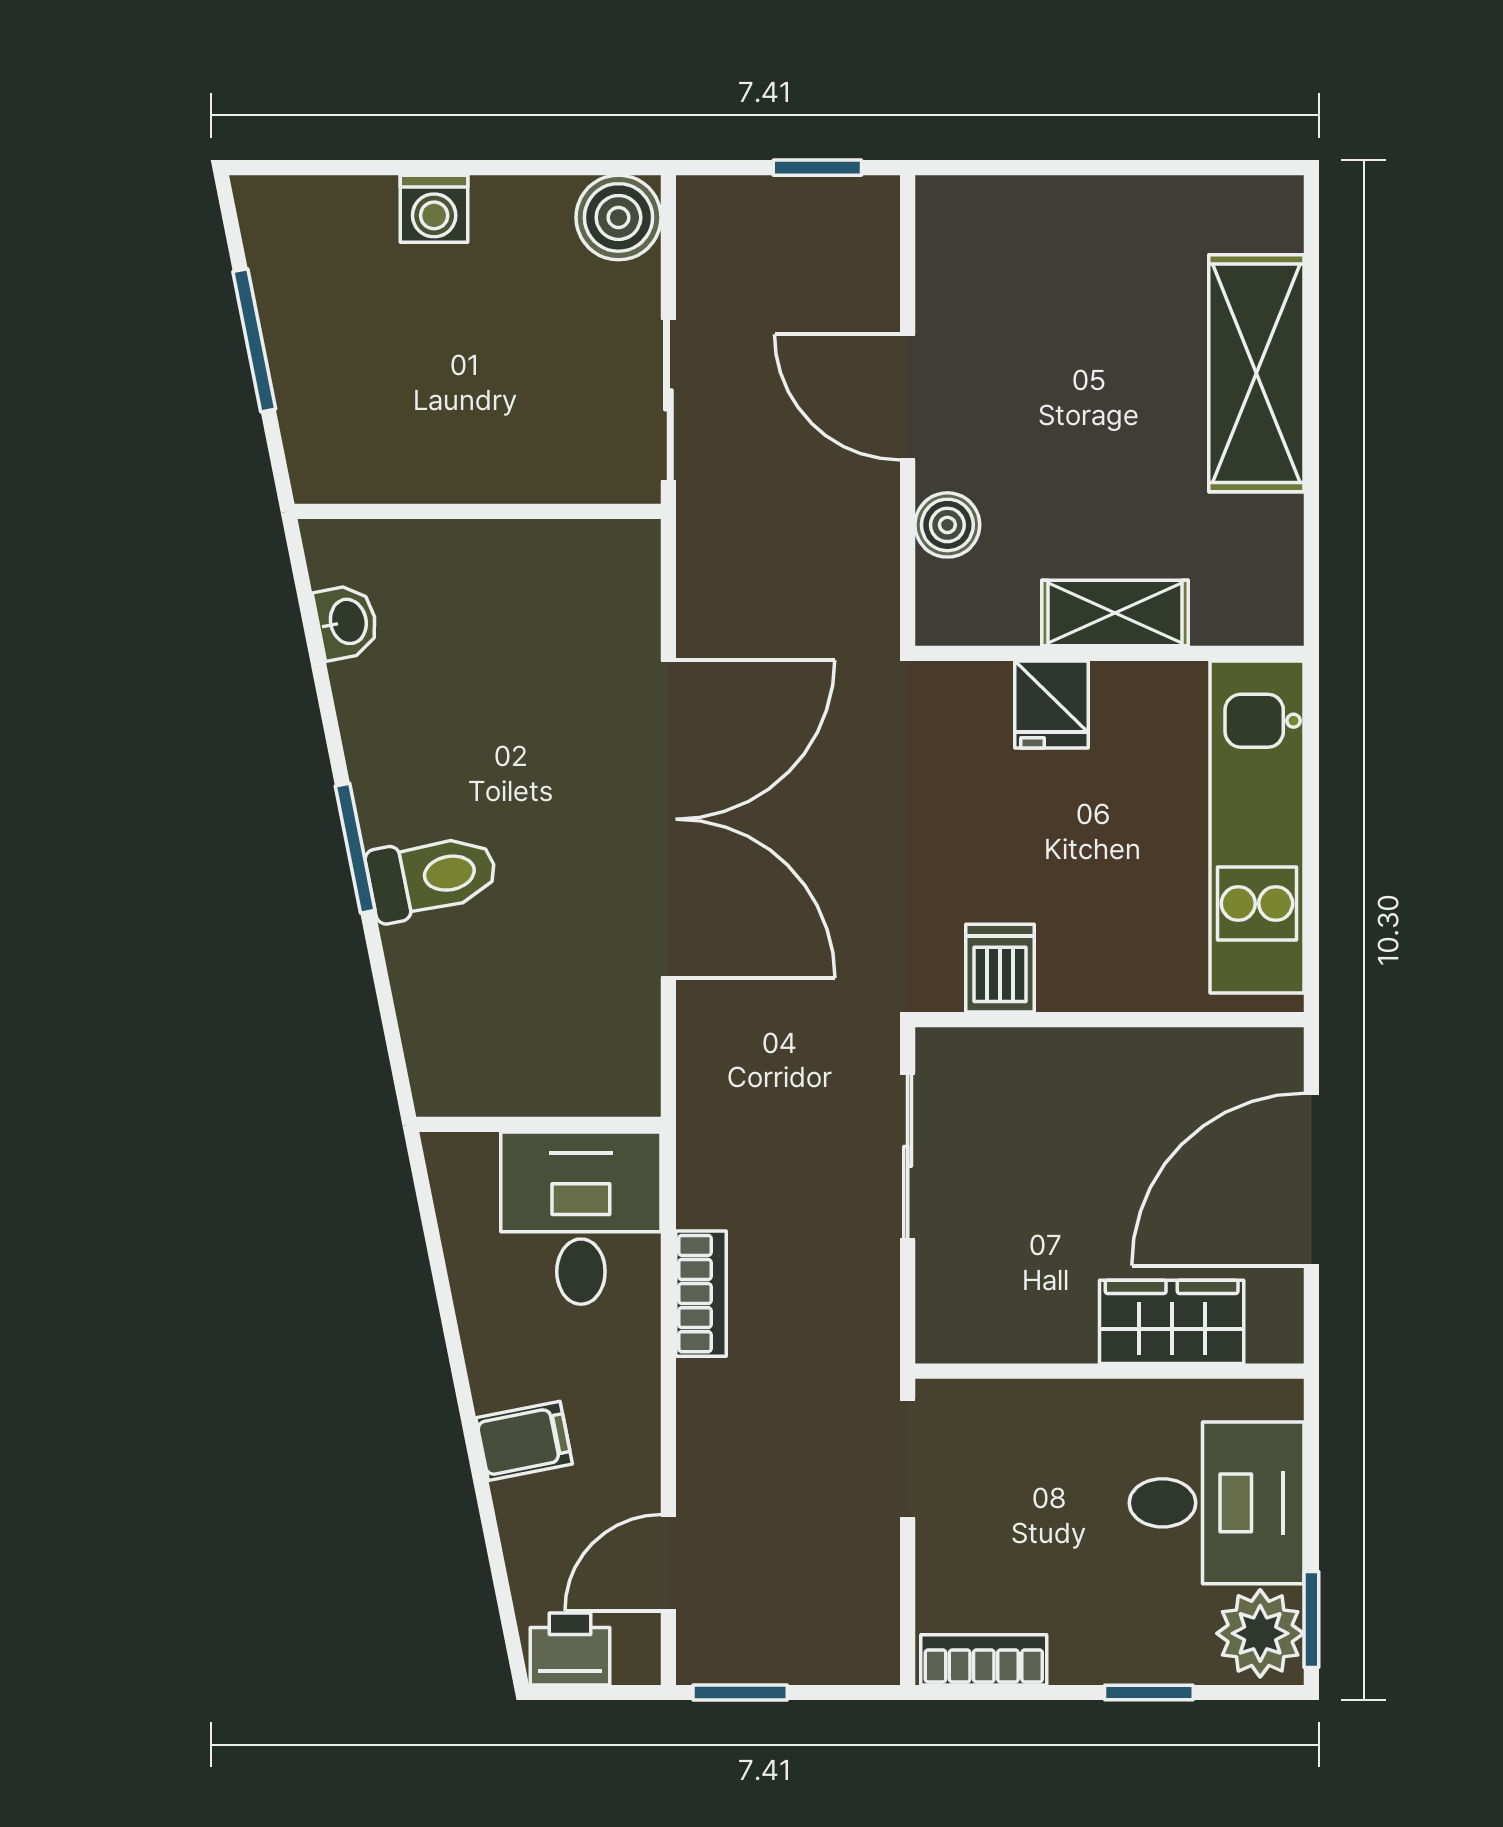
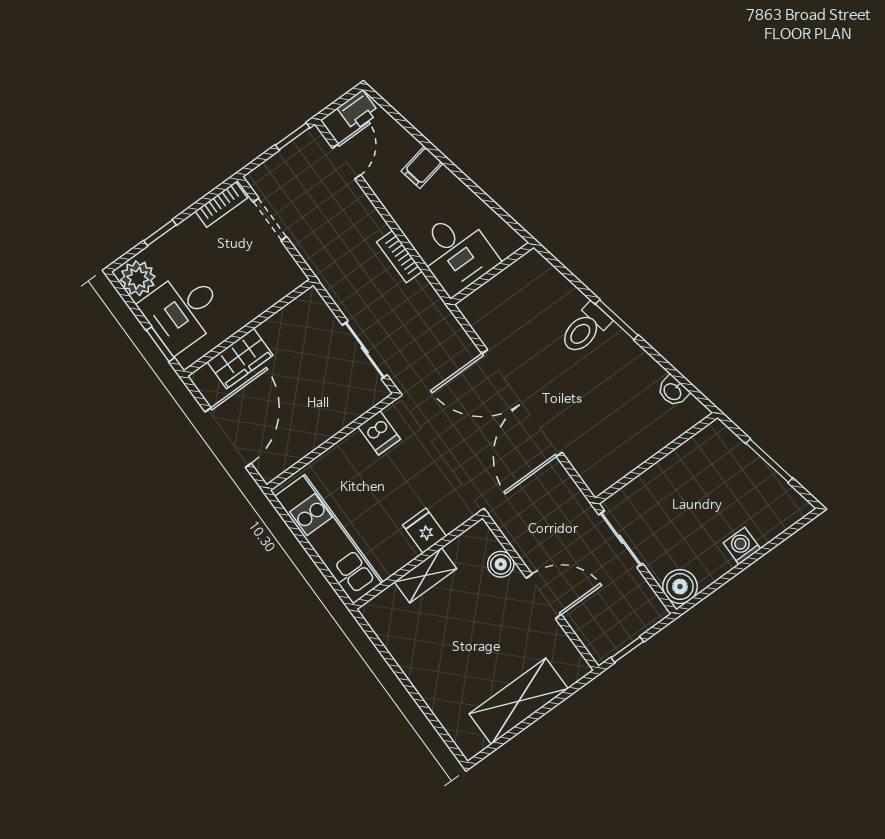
shelving: (1256, 373) -> (519, 701), moved, turned 90
doorway: (908, 1459) -> (270, 219), moved
window: (1311, 1620) -> (160, 344), moved

